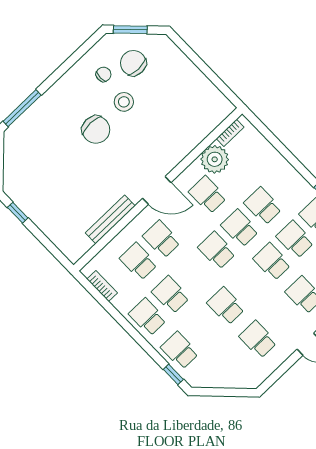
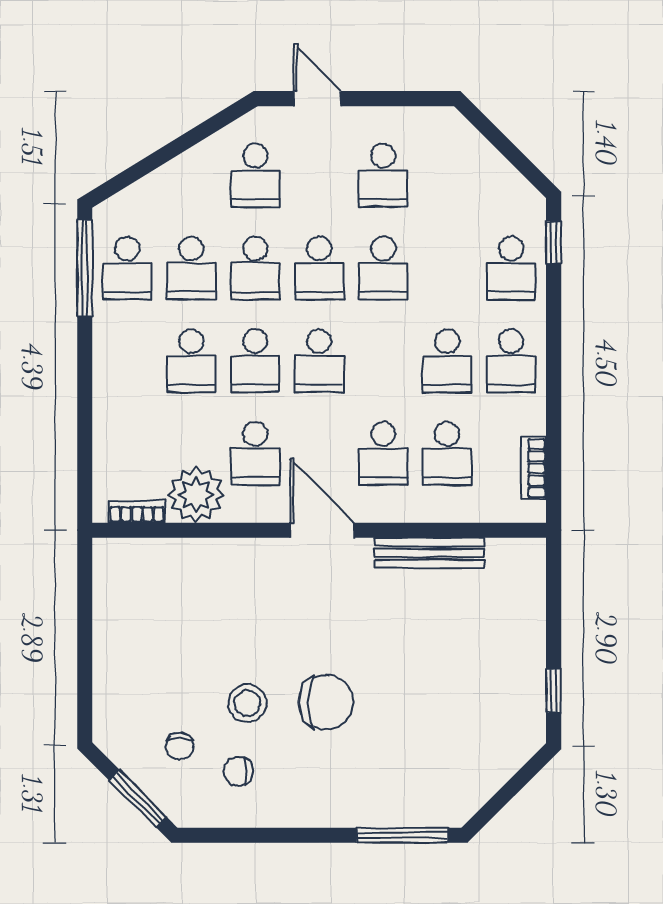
chair: (133, 63) -> (180, 746), width x0.54, depth x0.54
chair: (96, 130) -> (326, 702), turned 90
school desk: (249, 284) -> (319, 268), added

